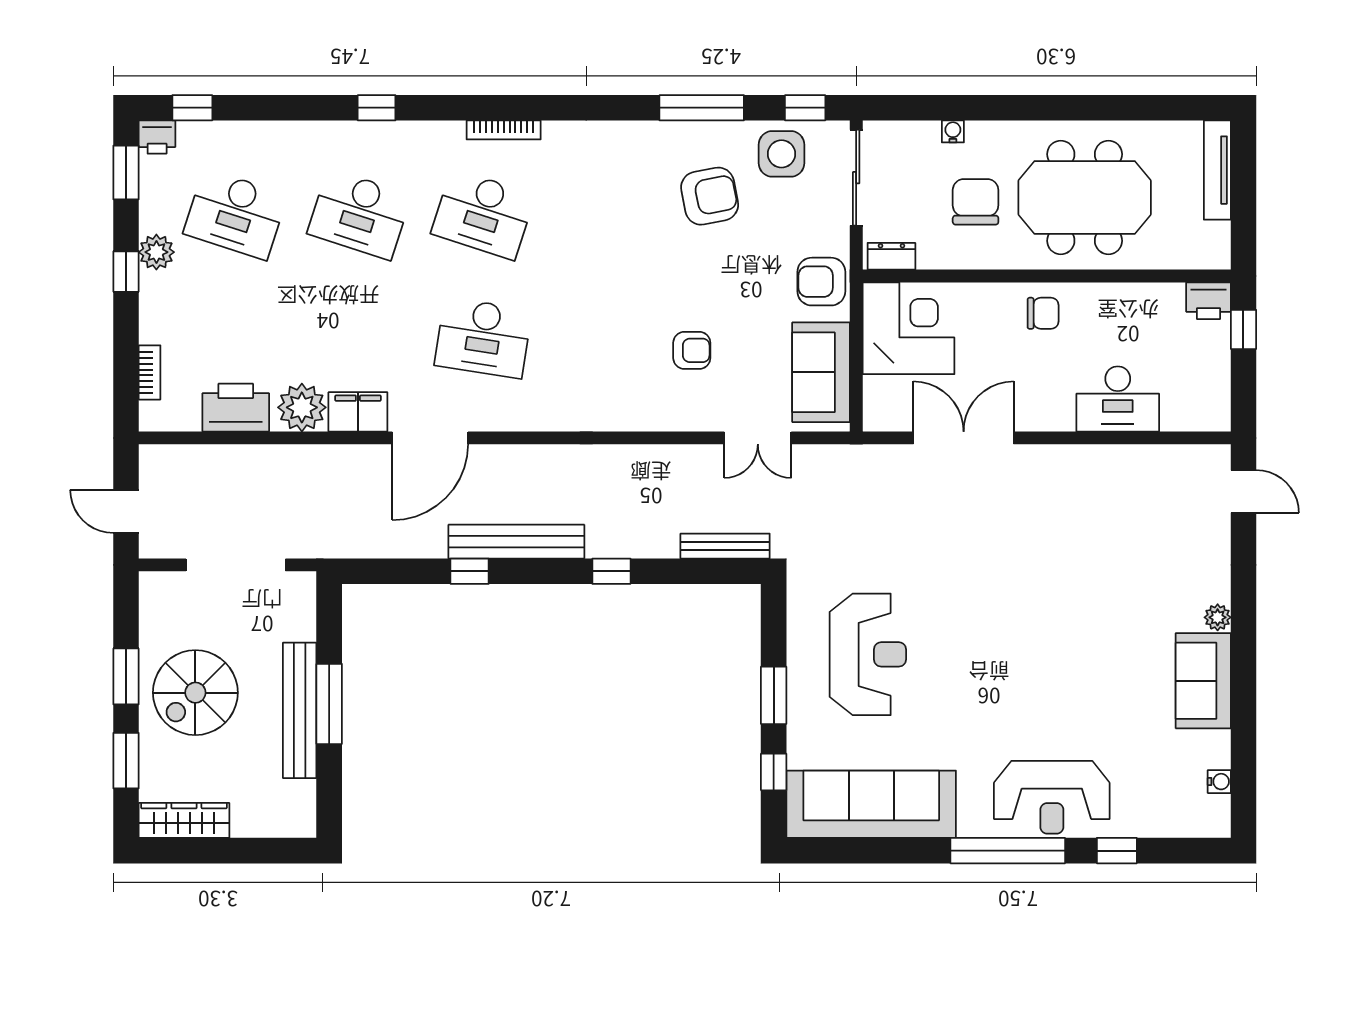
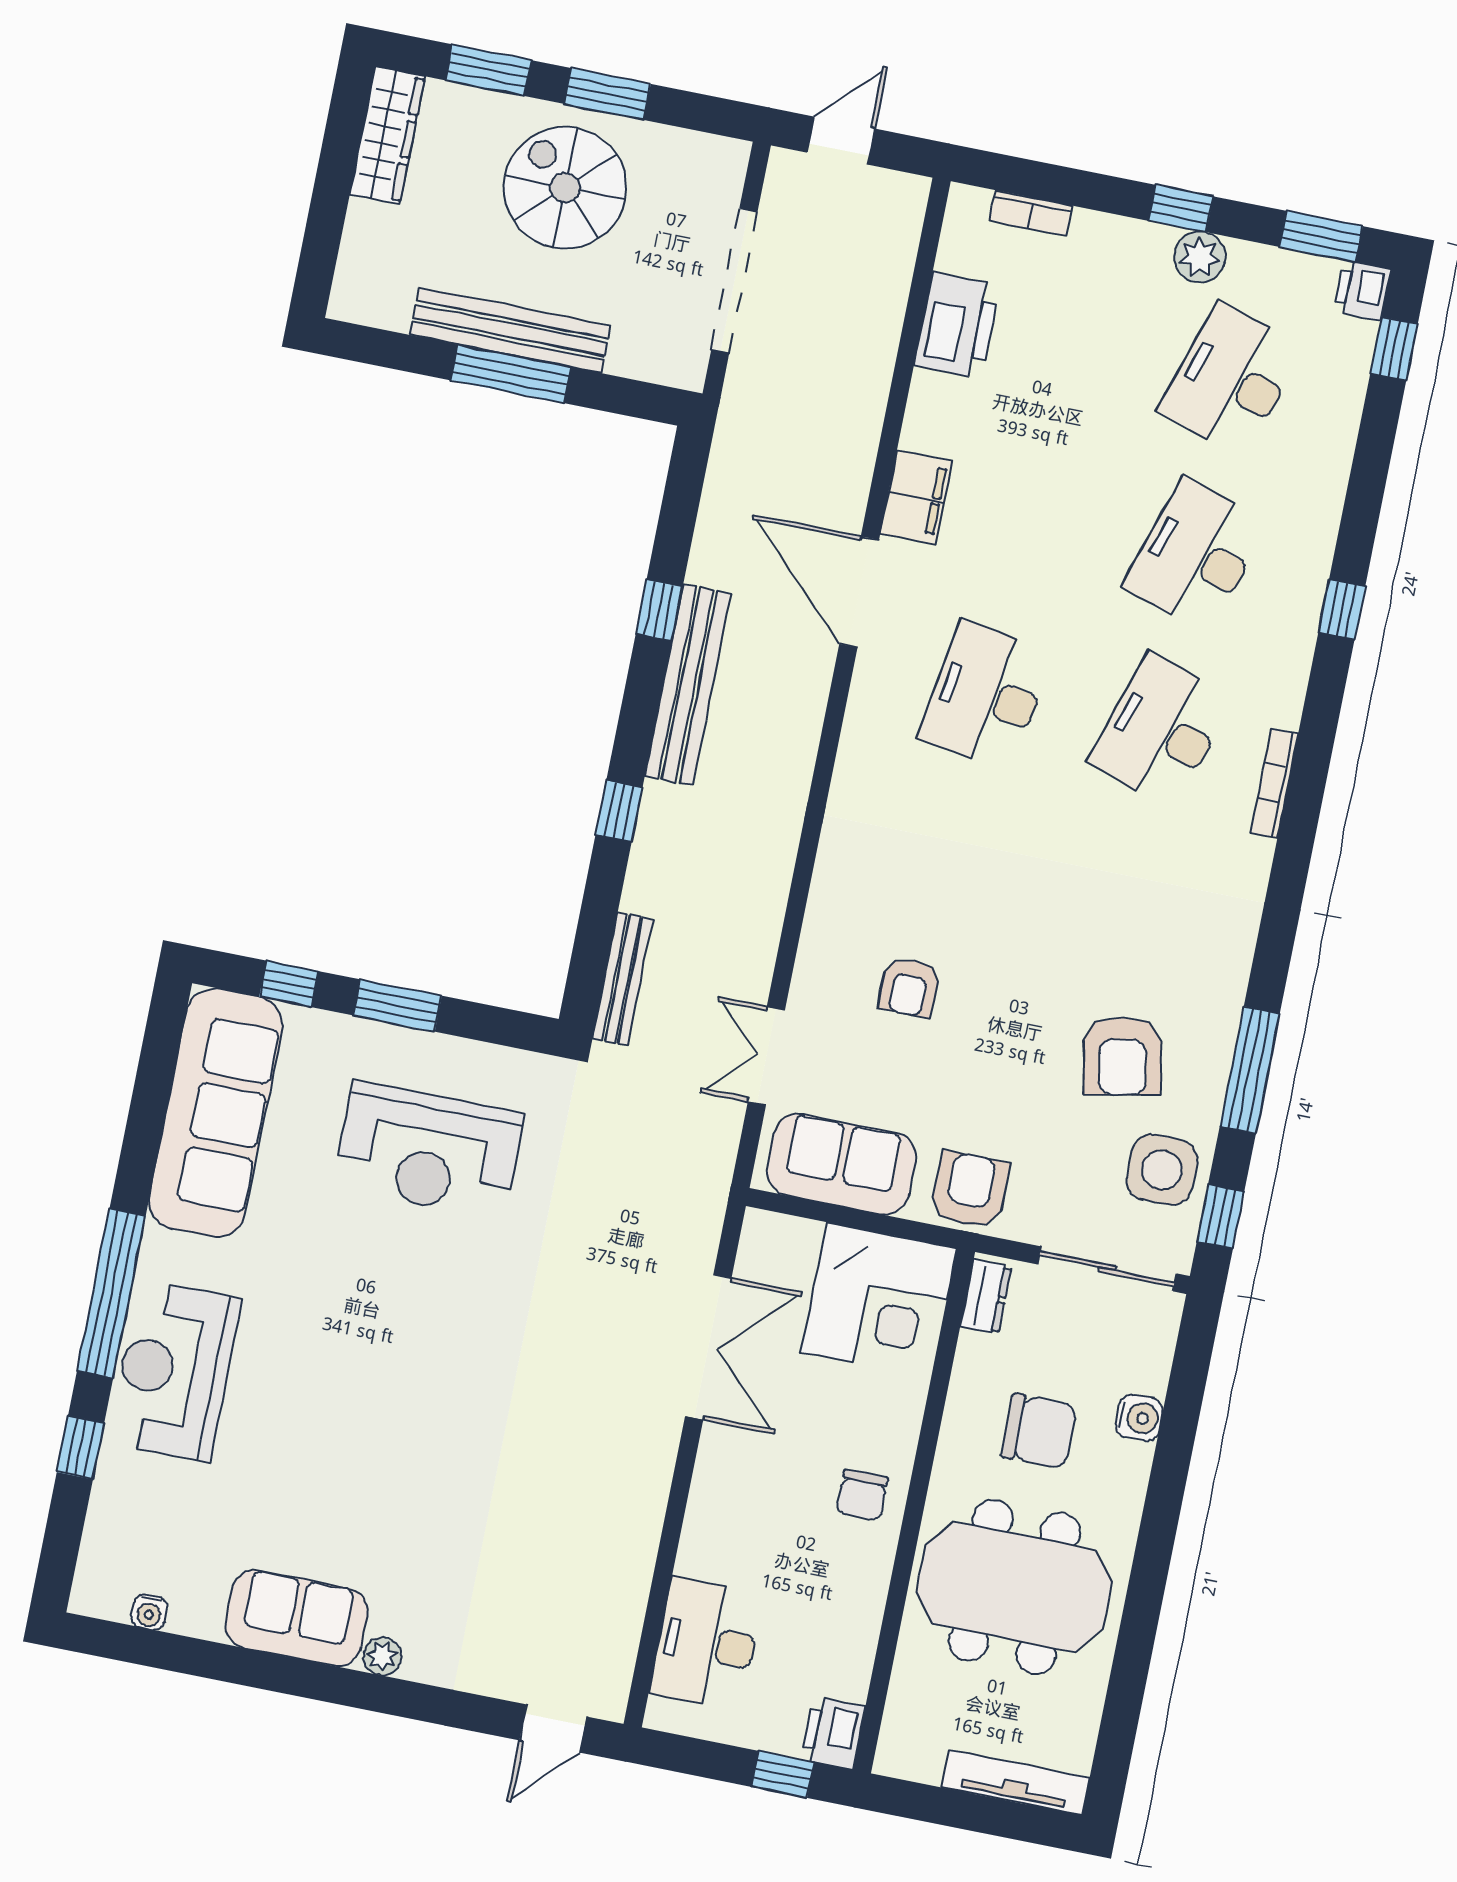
water cooler: (953, 131) -> (1139, 1418), width x1.38, depth x1.38
meeting table: (1085, 197) -> (1014, 1587), turned 90
desk: (1118, 399) -> (706, 1644), moved
plant: (302, 407) -> (939, 419), removed

